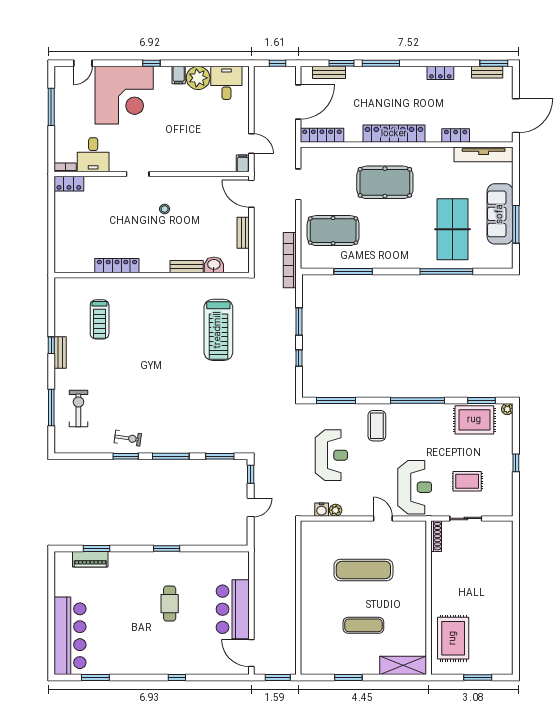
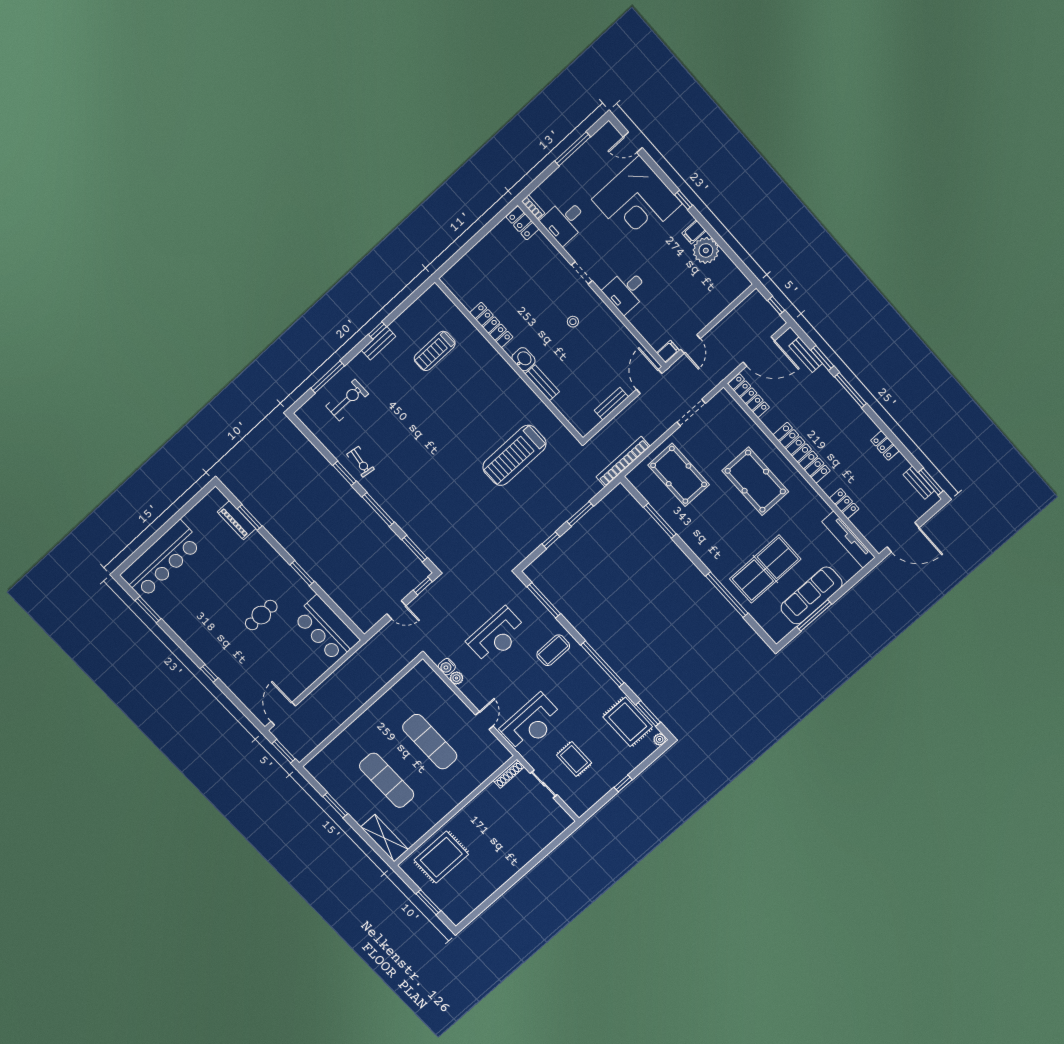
desk: (226, 83) -> (626, 291), moved, turned 180
washbasin: (214, 265) -> (523, 359), moved
bar counter: (233, 609) -> (326, 629), moved, turned -90
exercise mat: (363, 625) -> (387, 780), width x1.36, depth x1.45

